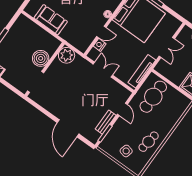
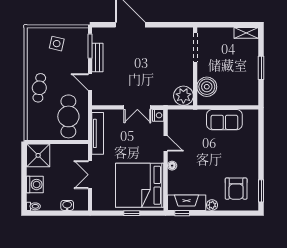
door: (101, 32) -> (166, 144), swing flipped
nightstand: (100, 45) -> (158, 115), moved
boiler: (41, 58) -> (207, 87), moved
cafe table: (149, 142) -> (39, 88), moved

